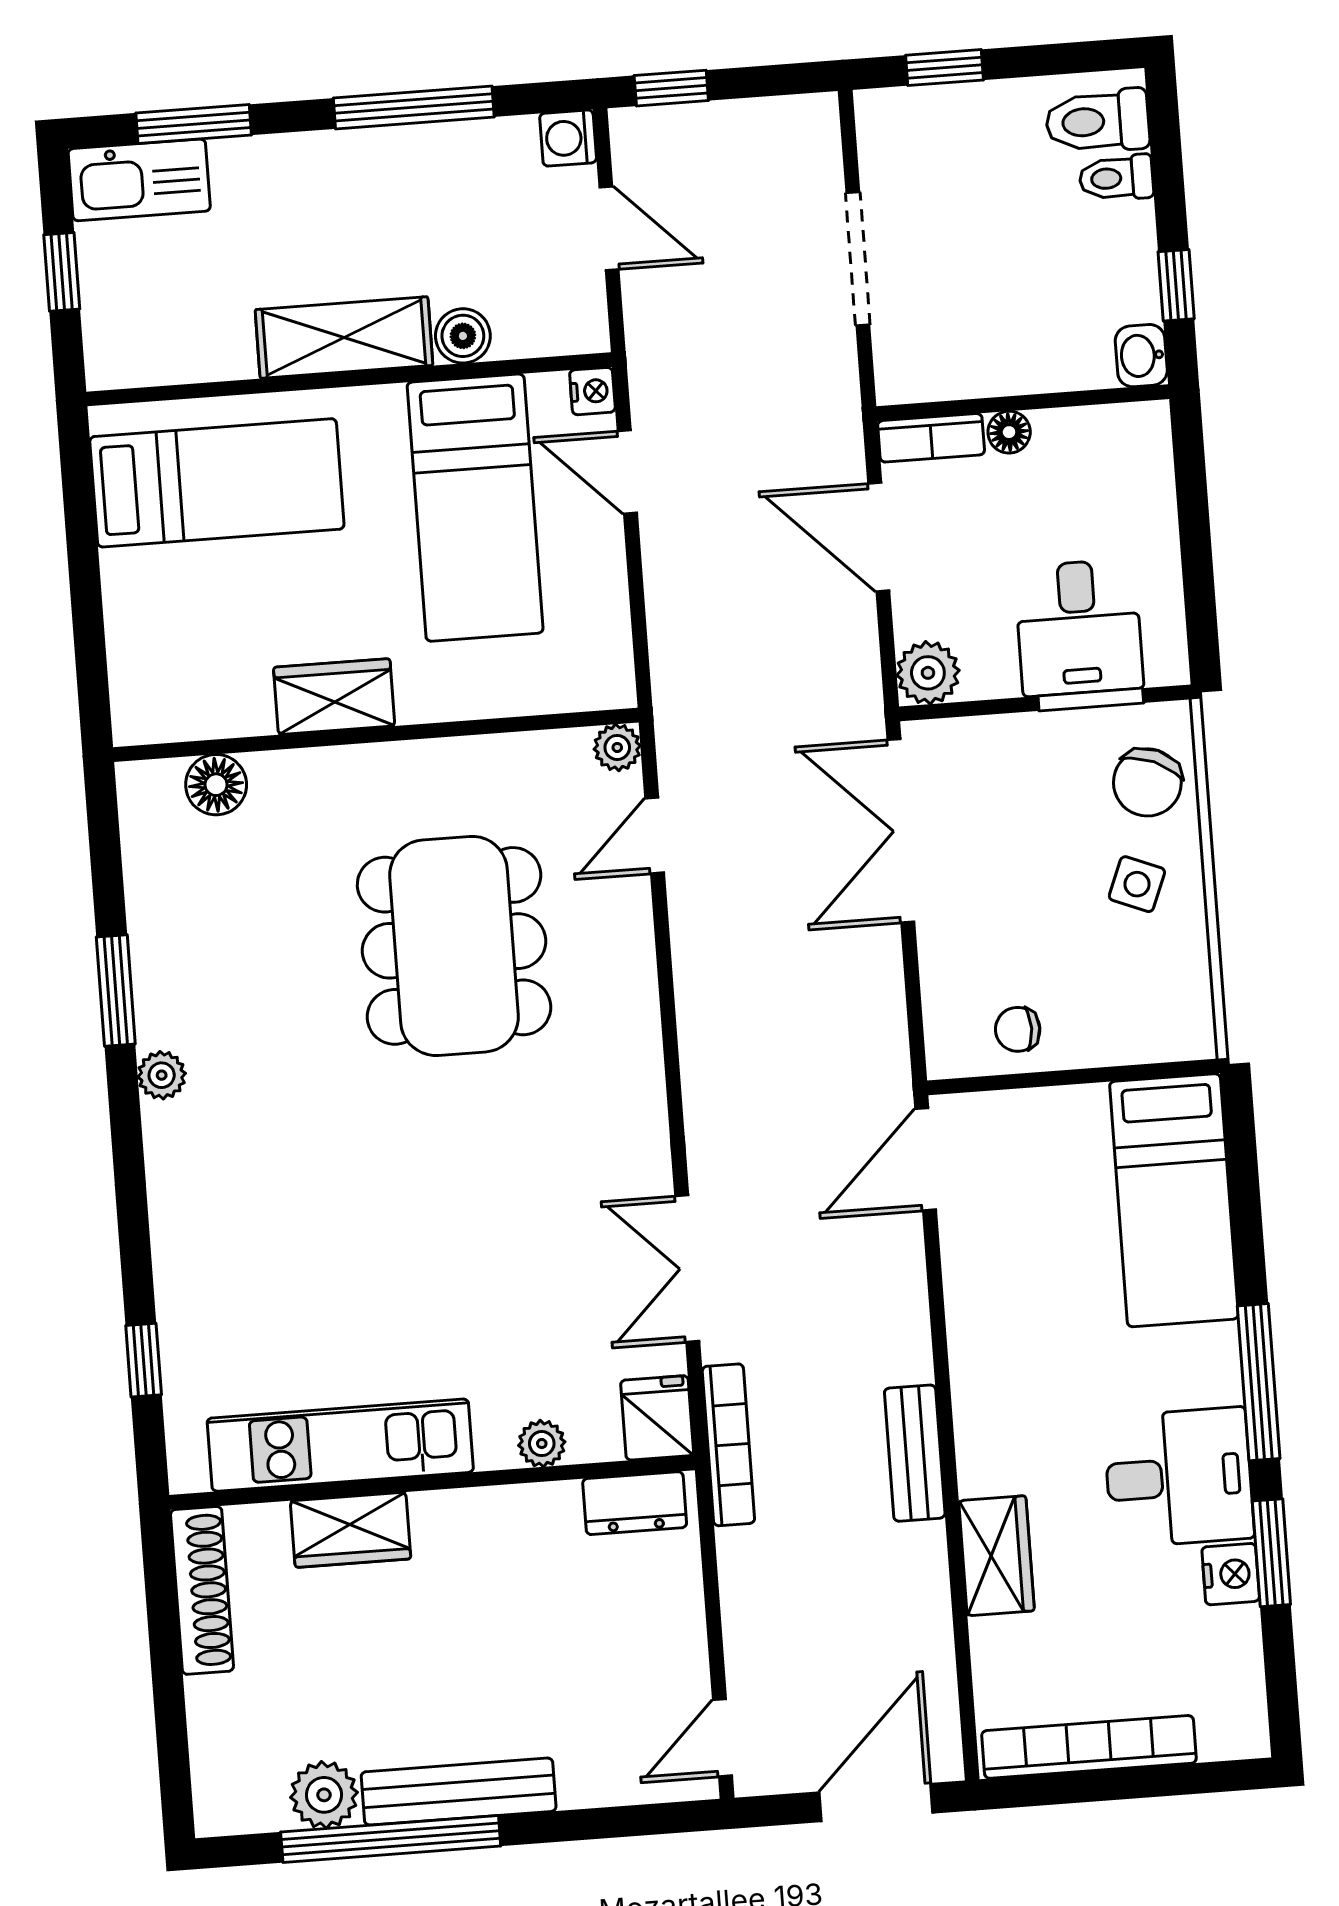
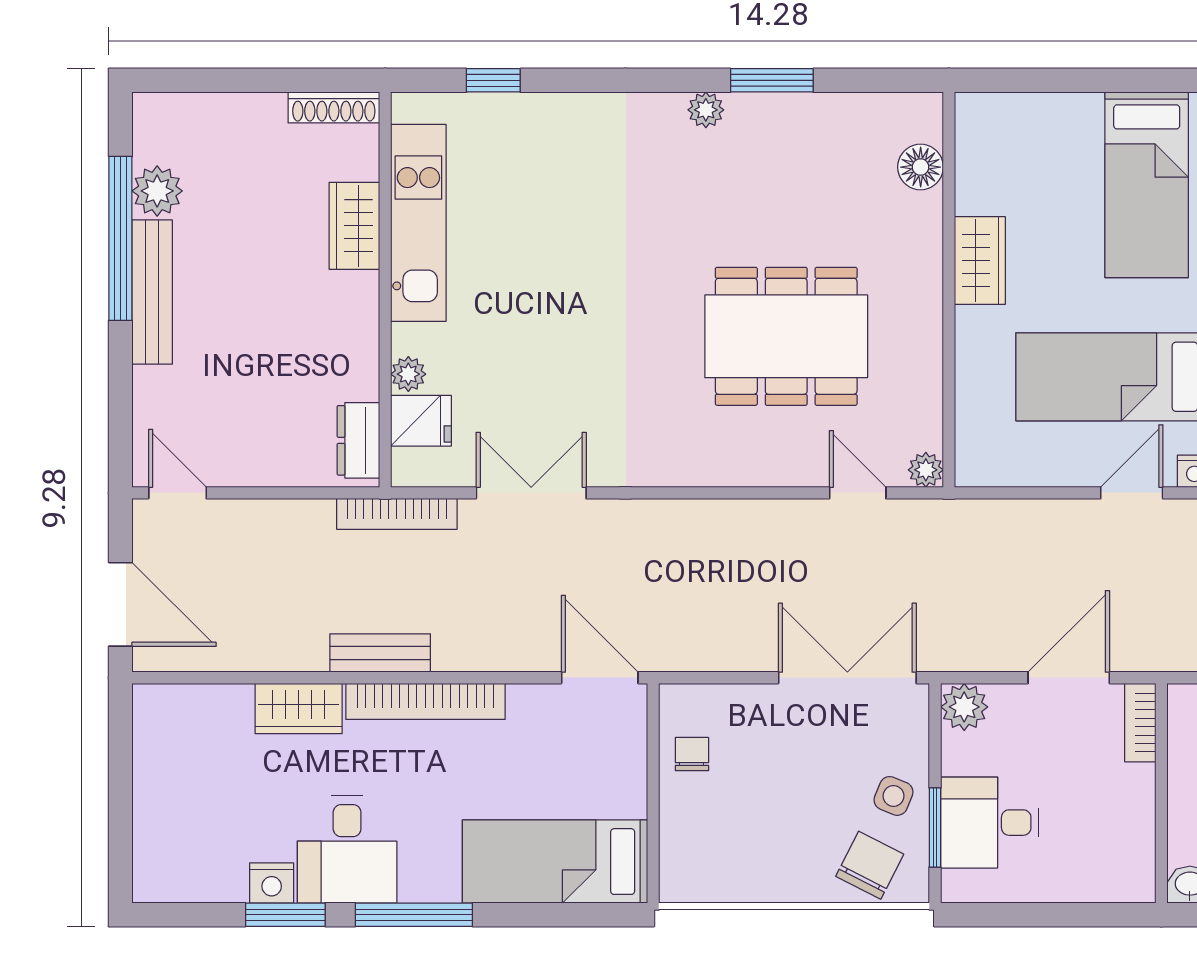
floor lamp: (1009, 432) -> (1140, 781), removed
chair: (1147, 782) -> (870, 865), turned 94
side table: (1137, 884) -> (894, 796), moved
fridge: (657, 1418) -> (421, 421), moved
shoe rack: (202, 1590) -> (334, 107), width x0.74, depth x0.81
bookcase: (1089, 1747) -> (425, 701), moved, turned 90

